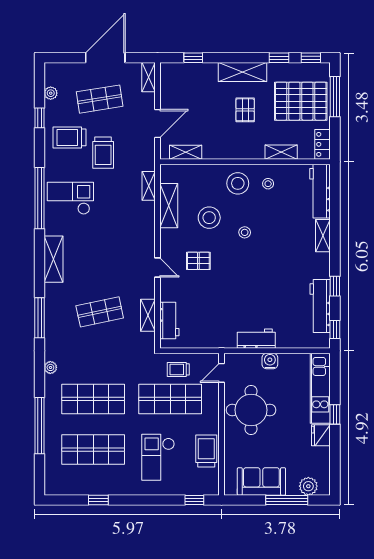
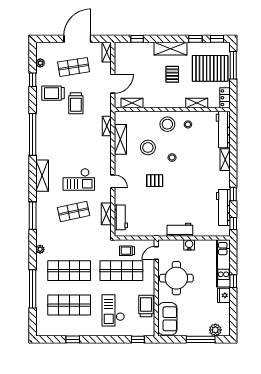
checkout: (70, 198) -> (79, 179), moved, turned 180
pallet: (198, 261) -> (155, 181), moved
sofa: (261, 481) -> (167, 319), moved, turned 90

